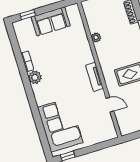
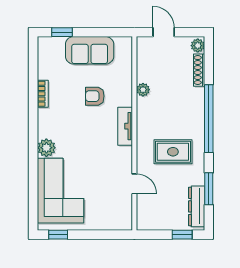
armchair: (64, 52) -> (95, 96), added
plant: (35, 77) -> (46, 148), moved
tv unit: (94, 77) -> (125, 126), moved

